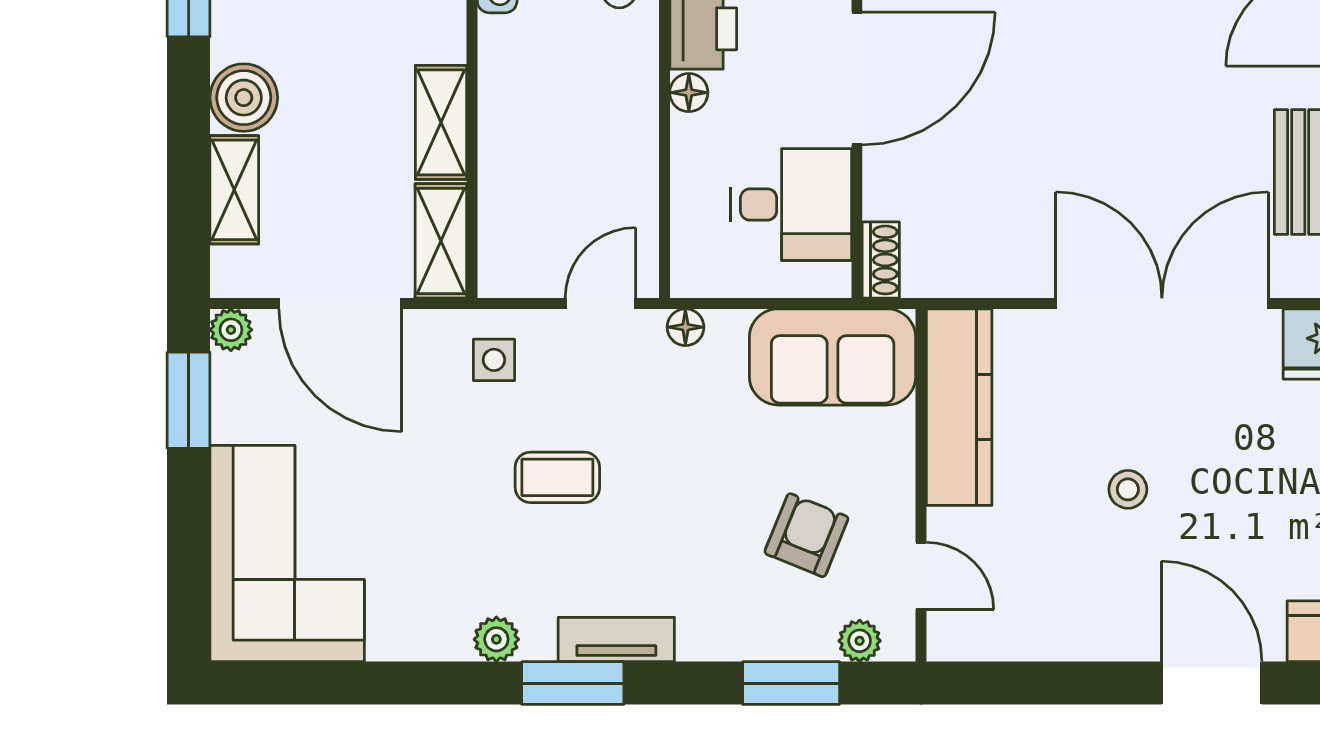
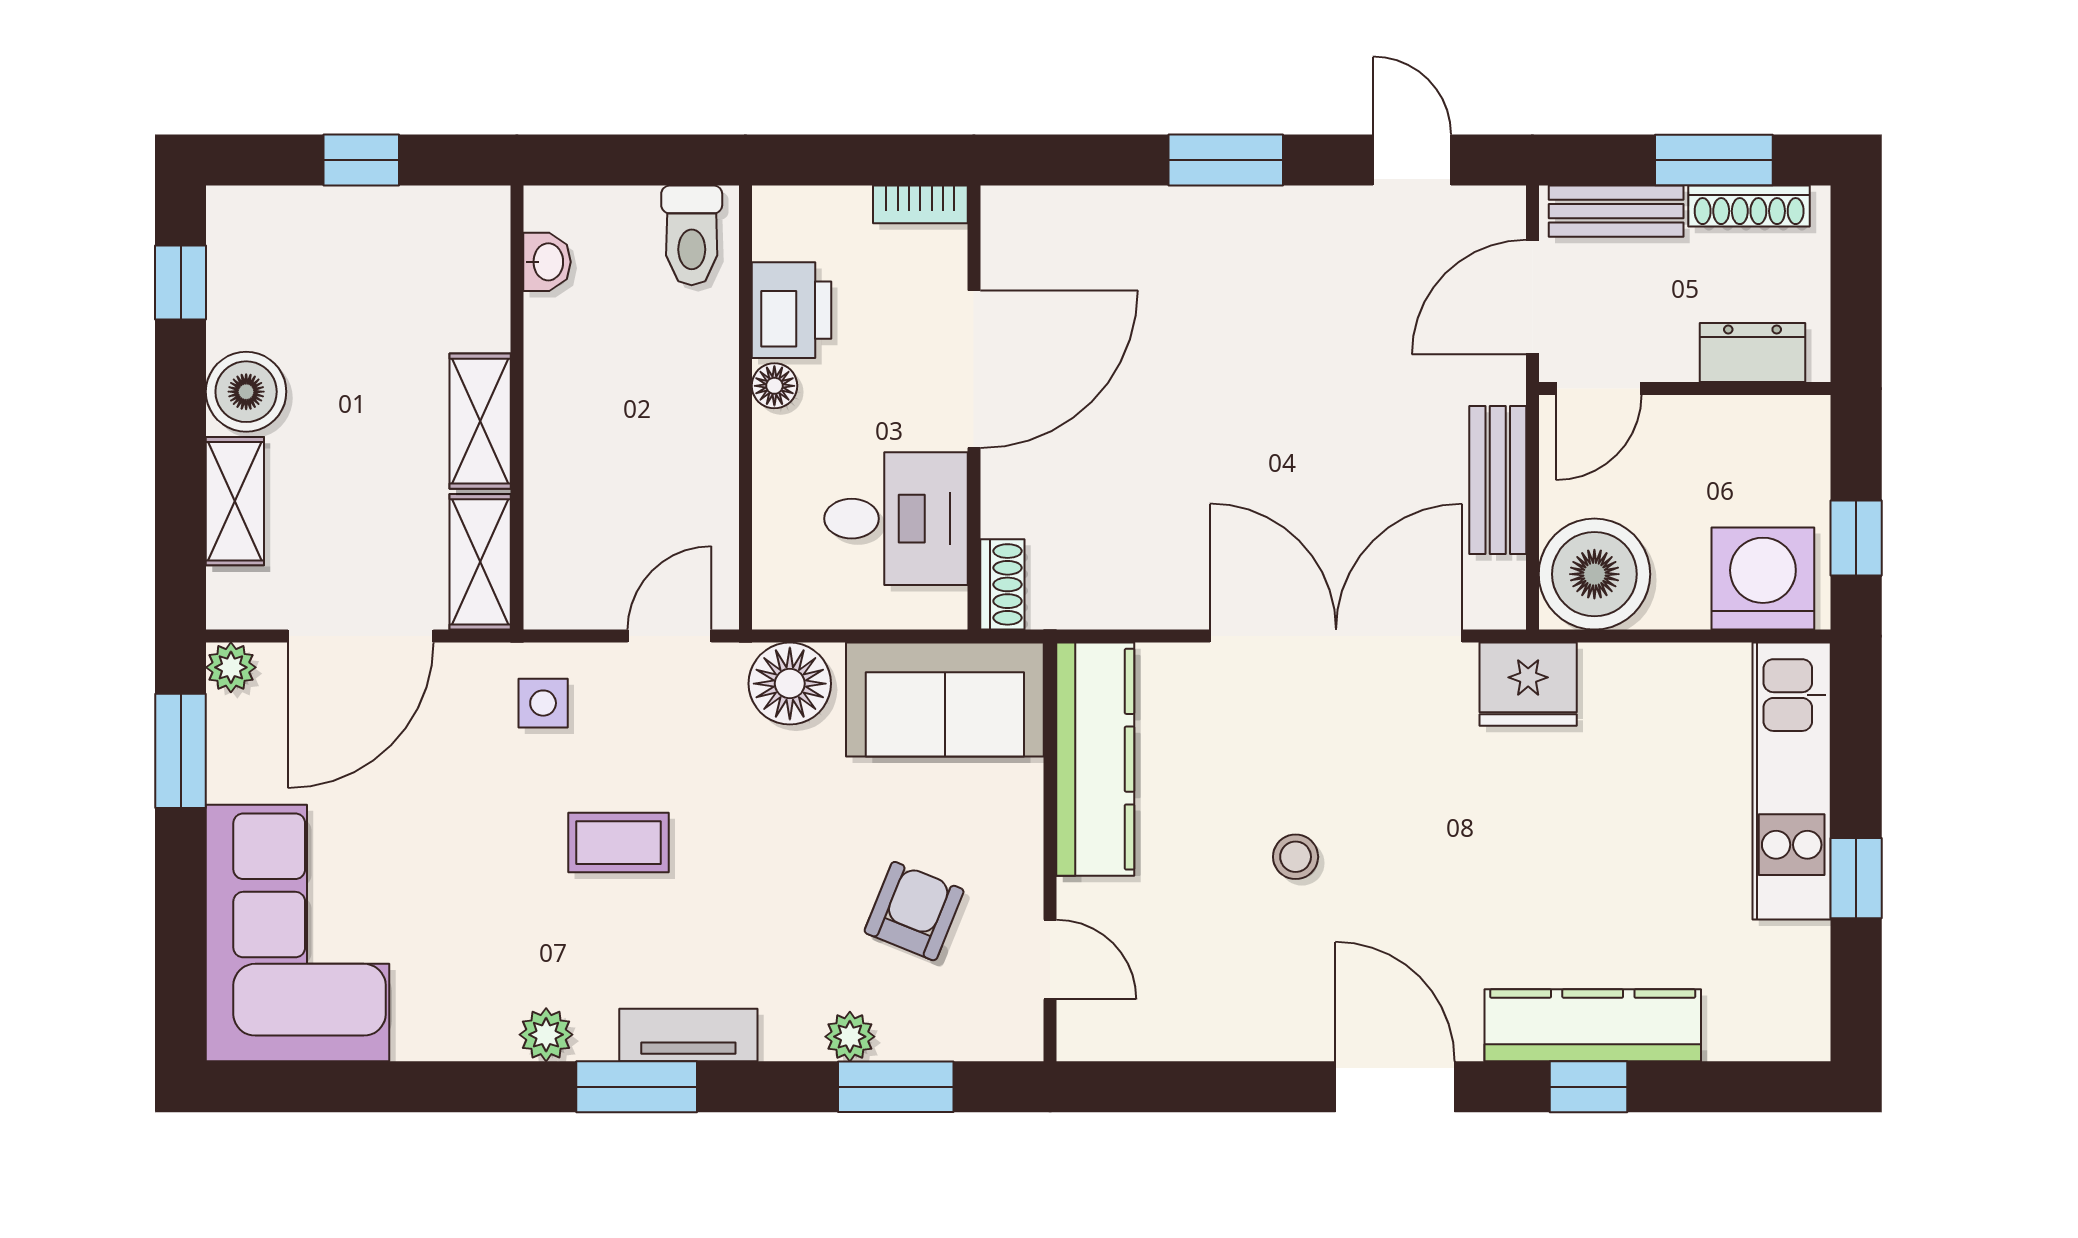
door: (340, 303) -> (361, 636), hinge flipped
floor lamp: (685, 327) -> (790, 684), width x1.89, depth x1.89
plant: (860, 641) -> (850, 1037), moved

